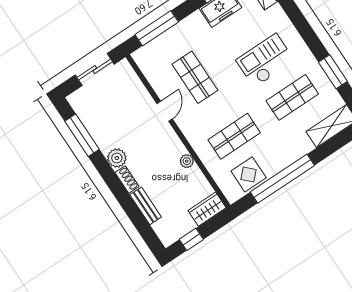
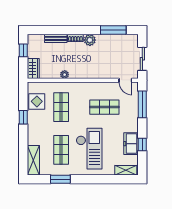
checkout: (265, 61) -> (89, 149), width x1.36, depth x1.21
door: (165, 111) -> (125, 80), moved
window: (282, 179) -> (23, 117), width x0.32

